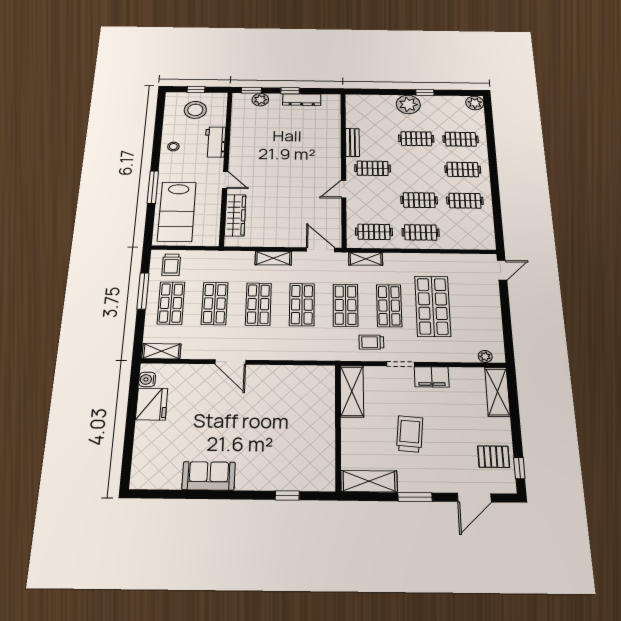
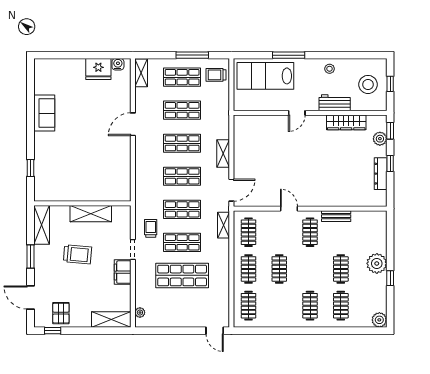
clothes rail: (465, 201) -> (248, 306), moved
wardrobe: (235, 215) -> (346, 122), moved
shelving: (352, 391) -> (91, 214), moved

